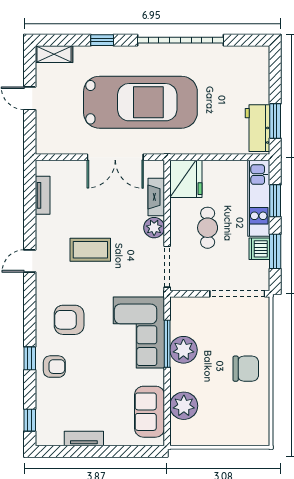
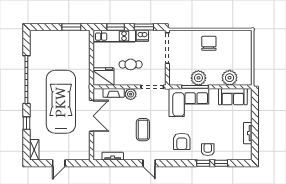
workbench: (257, 128) -> (75, 37), removed
window: (30, 420) -> (221, 163), moved

